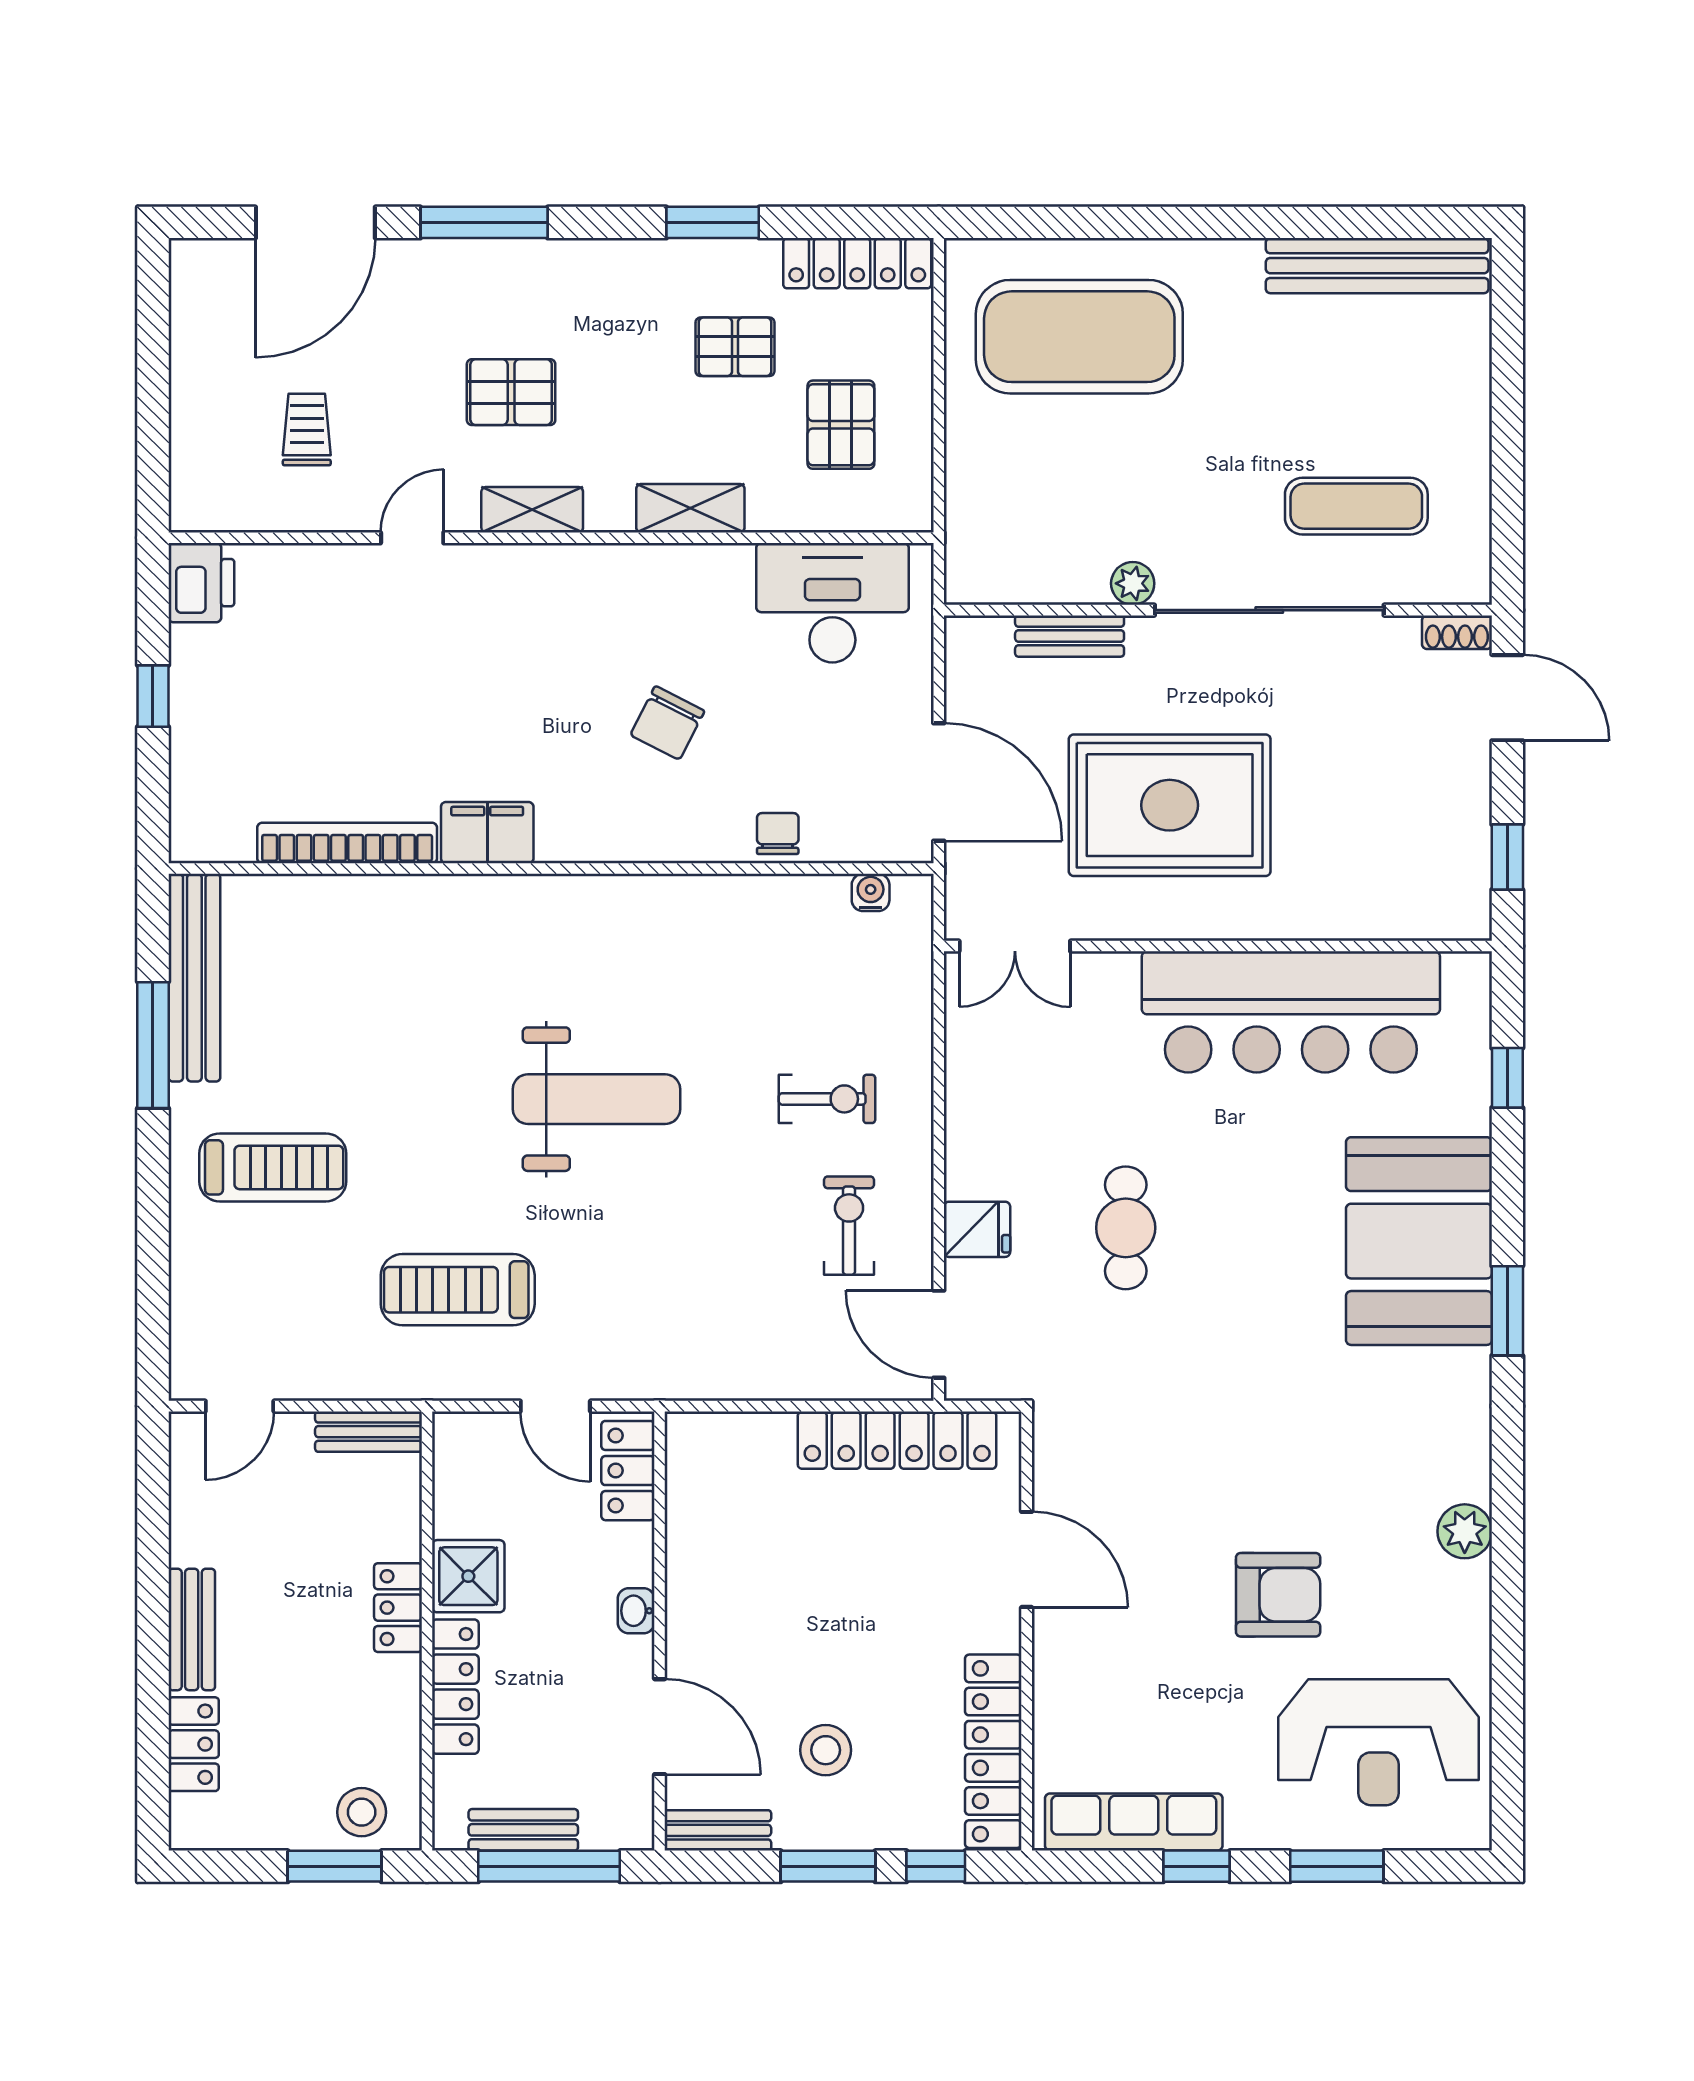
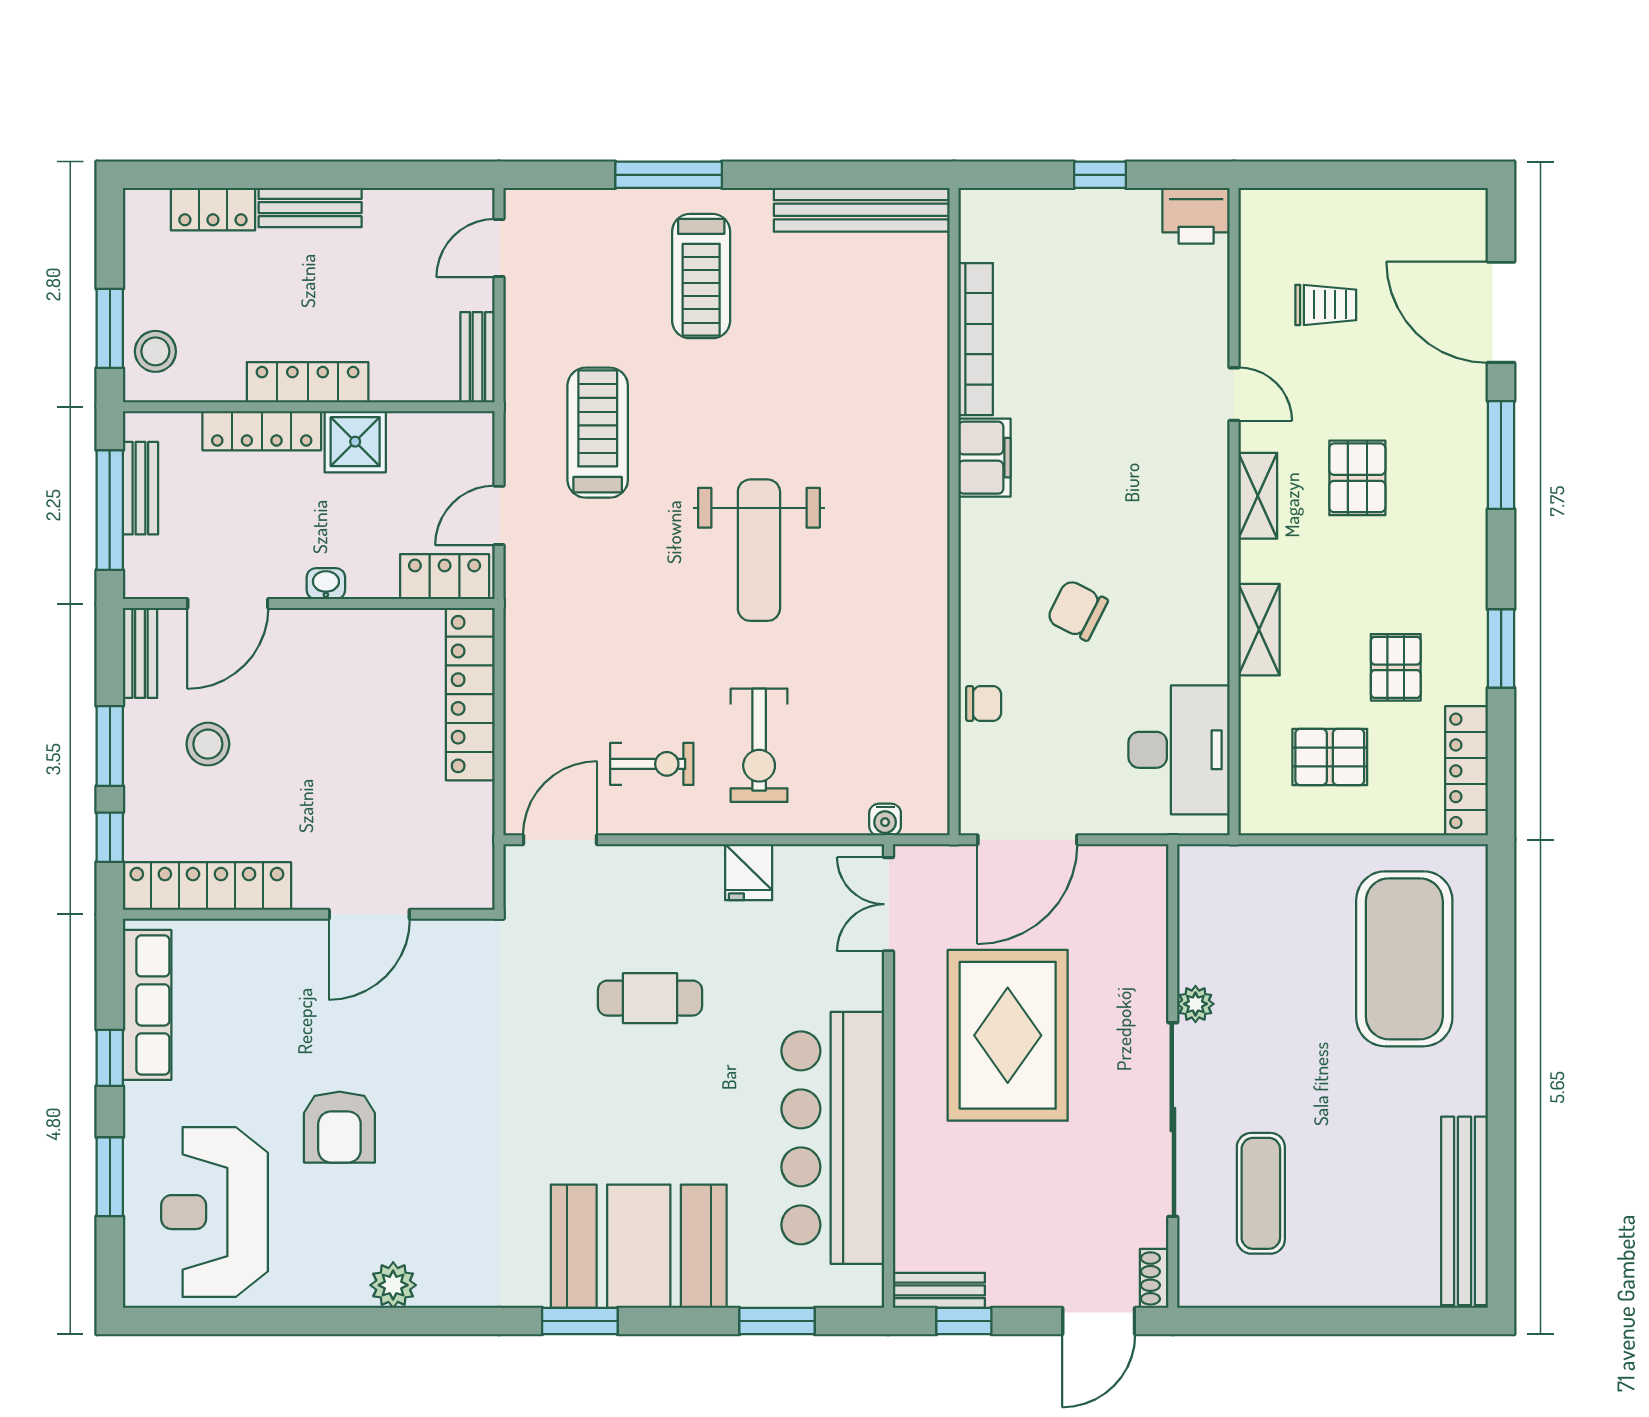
bench: (1070, 636) -> (939, 1290), moved, turned 90
water cooler: (871, 892) -> (885, 820), moved, turned 90
window: (153, 1045) -> (669, 175), moved
window: (1507, 1078) -> (777, 1321), width x1.50
exercise bike: (827, 1099) -> (759, 745), width x1.38, depth x1.39
fridge: (977, 1229) -> (749, 872), moved
door: (240, 1406) -> (499, 248), hinge flipped
locker: (897, 1440) -> (470, 694), moved
locker: (398, 1608) -> (308, 382), width x1.53

